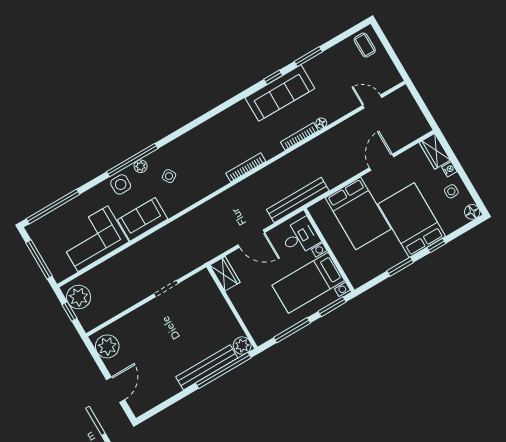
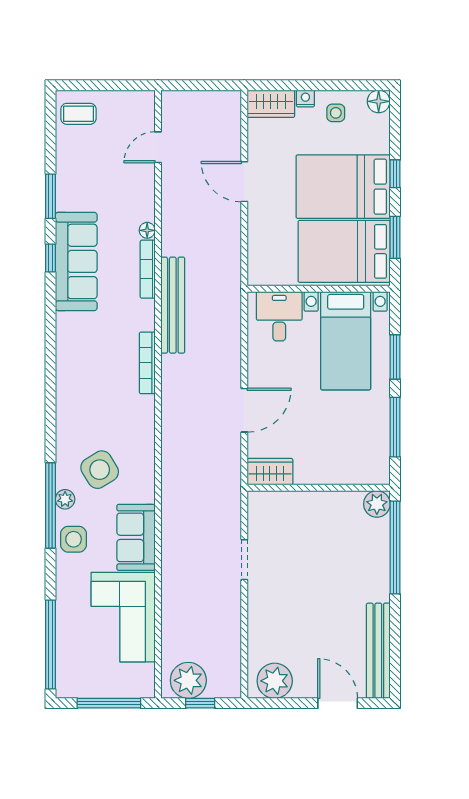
side table: (169, 176) -> (100, 470), width x1.87, depth x1.87
bench: (298, 200) -> (173, 305), moved
bed: (358, 213) -> (344, 251), moved, turned 180
desk: (300, 237) -> (279, 316), moved
wall: (329, 250) -> (319, 289), moved
bed with nightstands: (308, 283) -> (346, 341), moved
bench: (207, 367) -> (378, 651), moved

